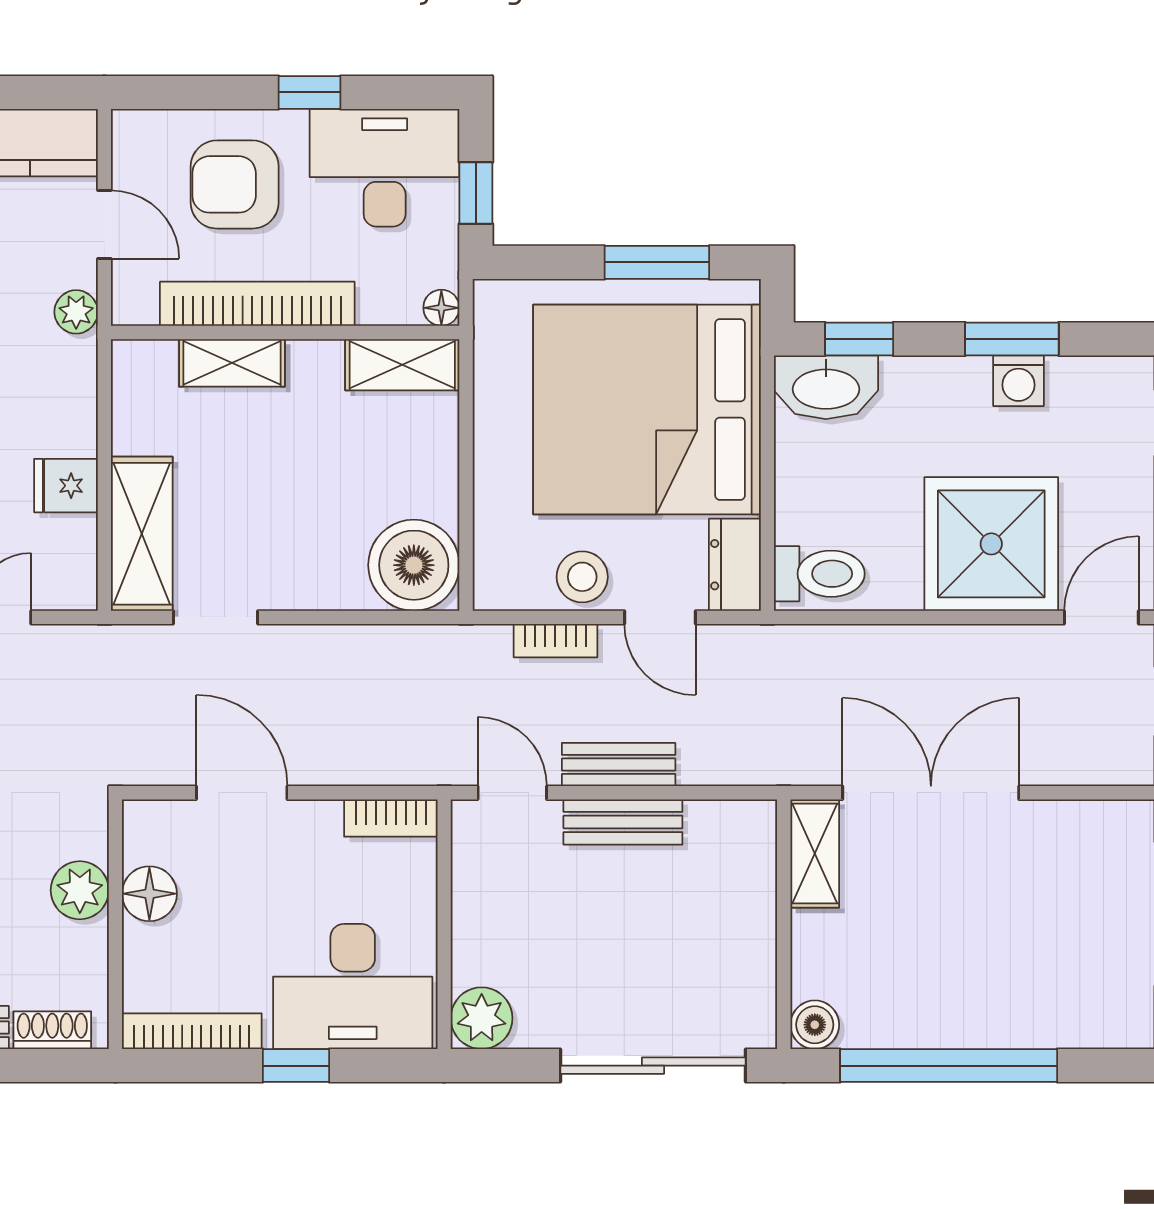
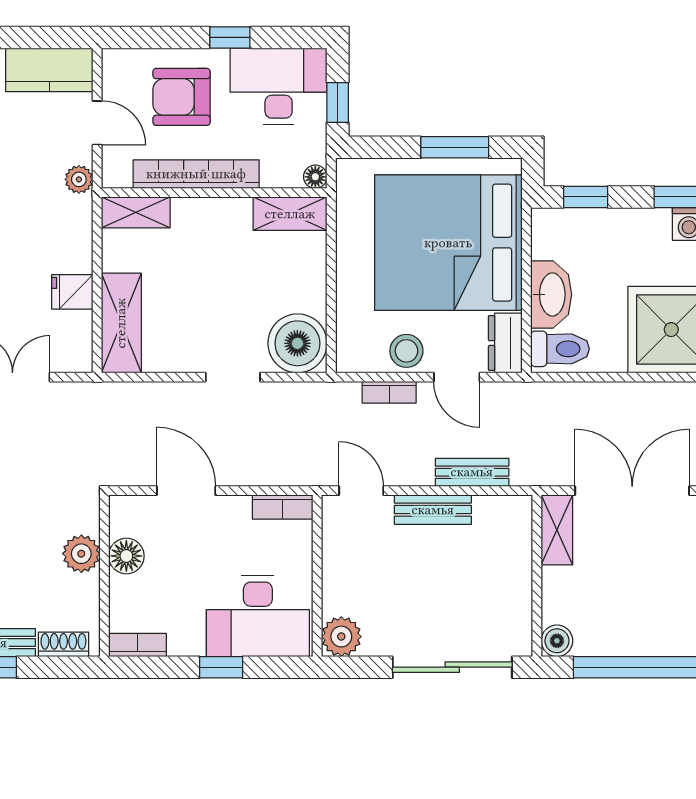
shelving: (232, 363) -> (136, 212), moved
washbasin: (826, 387) -> (551, 294), moved, turned -90
doorway: (215, 617) -> (233, 377), moved
bench: (619, 764) -> (472, 472), moved
bookcase: (192, 1031) -> (137, 645), width x0.64

